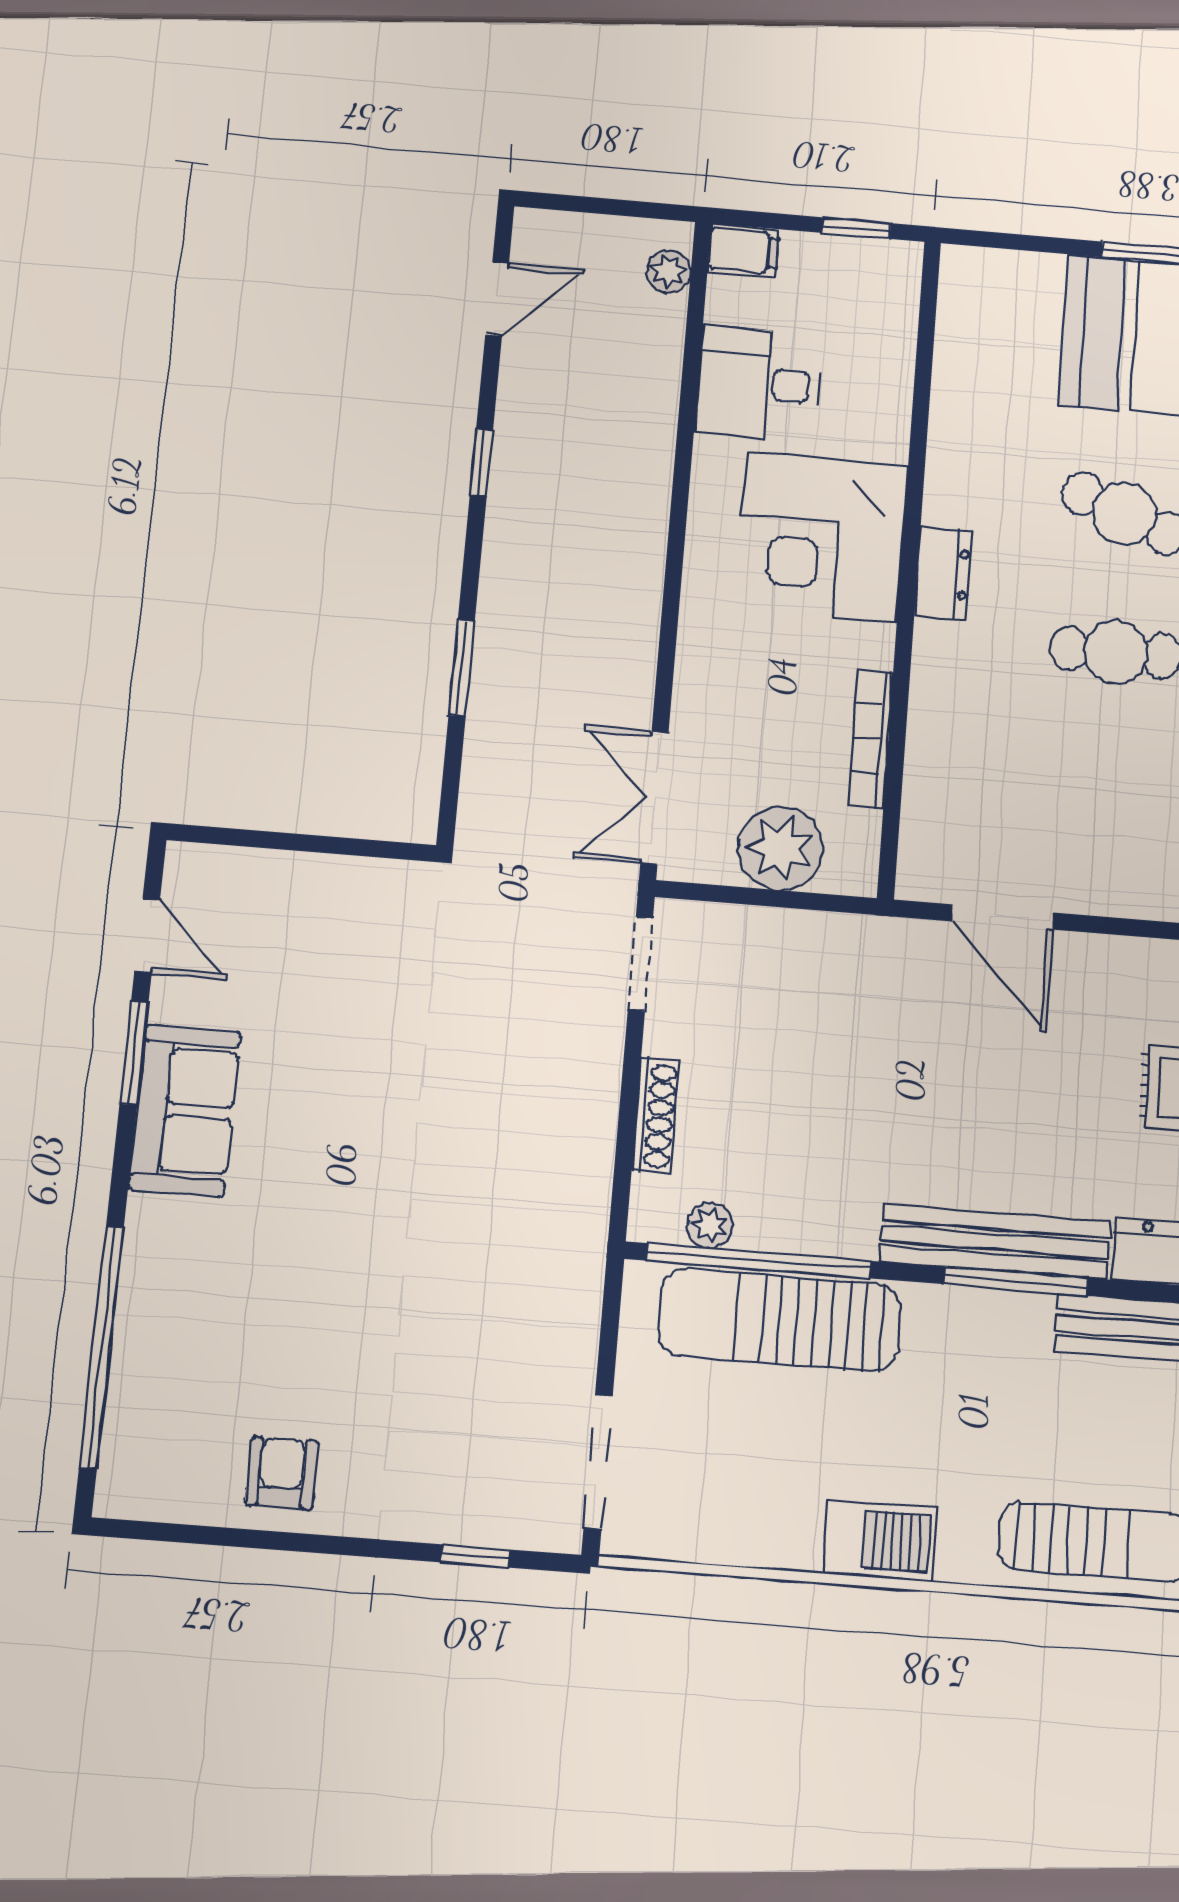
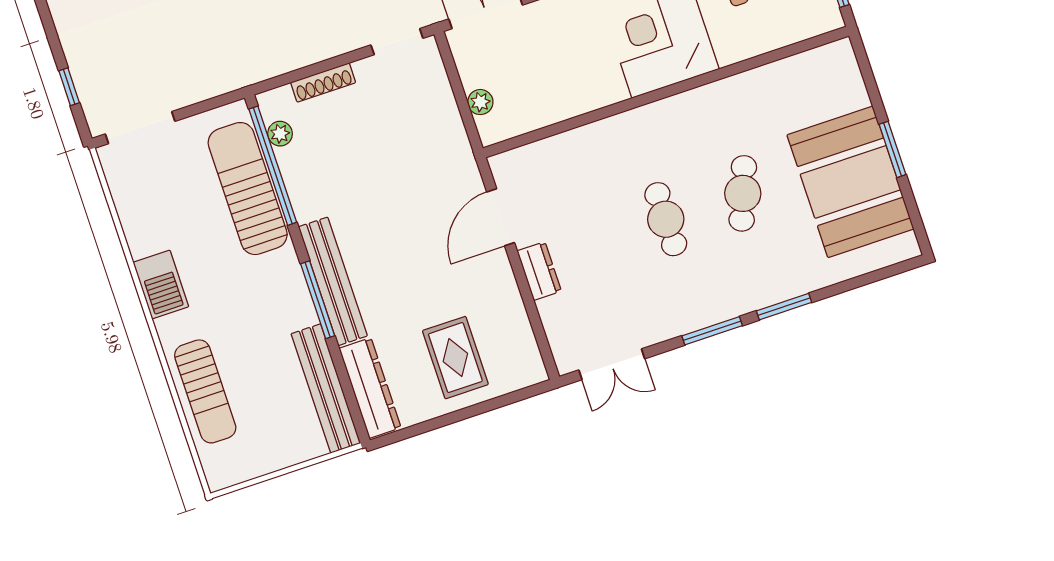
dresser: (943, 573) -> (539, 271), moved, turned -90
bookcase: (871, 739) -> (565, 110), removed
plant: (781, 848) -> (480, 102), width x0.53, depth x0.53

